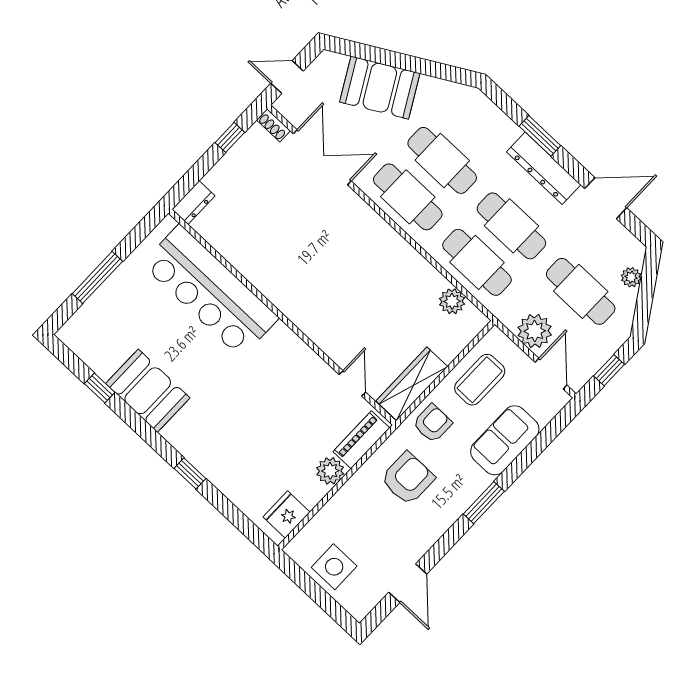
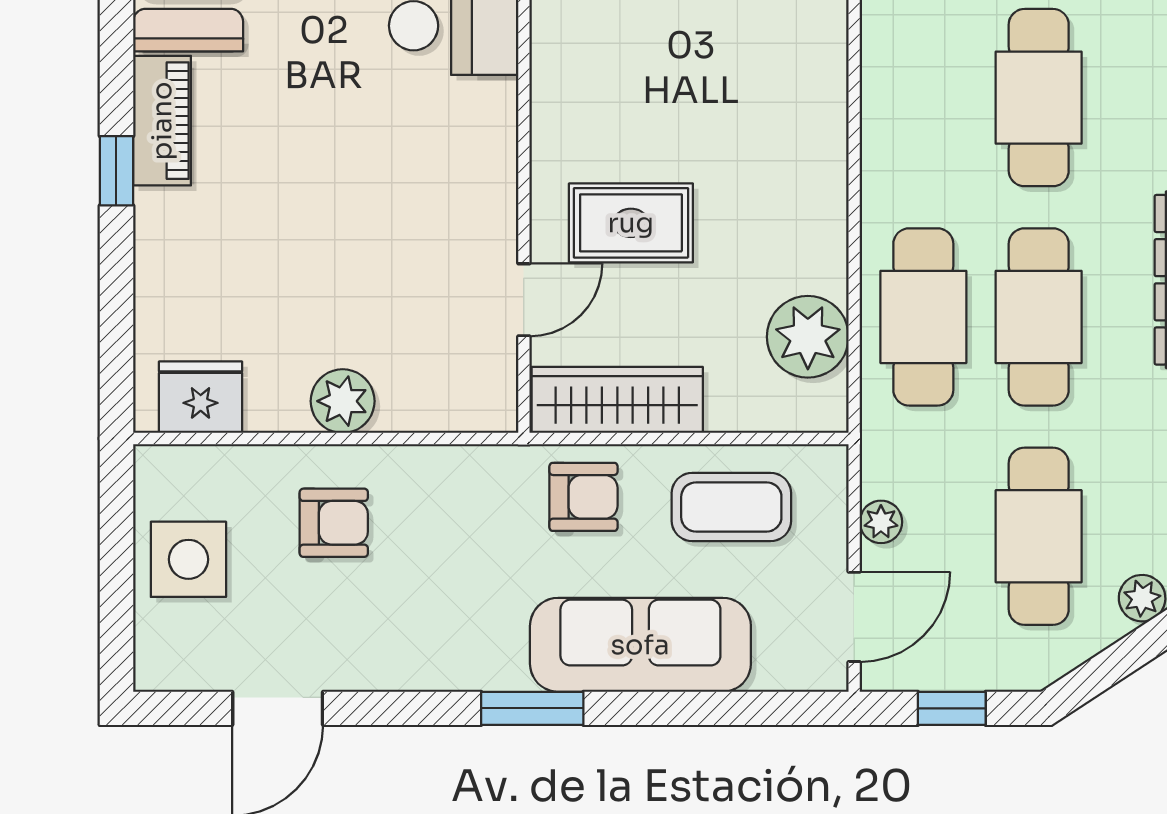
cafe table: (408, 197) -> (923, 98), removed
plant: (452, 301) -> (808, 337), width x1.36, depth x1.36
rug: (360, 327) -> (631, 223), added
plant: (535, 331) -> (881, 522), width x0.53, depth x0.53
piano: (361, 440) -> (162, 121), moved, turned 90
sofa: (505, 440) -> (640, 645), width x1.36
armchair: (408, 478) -> (334, 523), moved, width x0.72, depth x0.72

